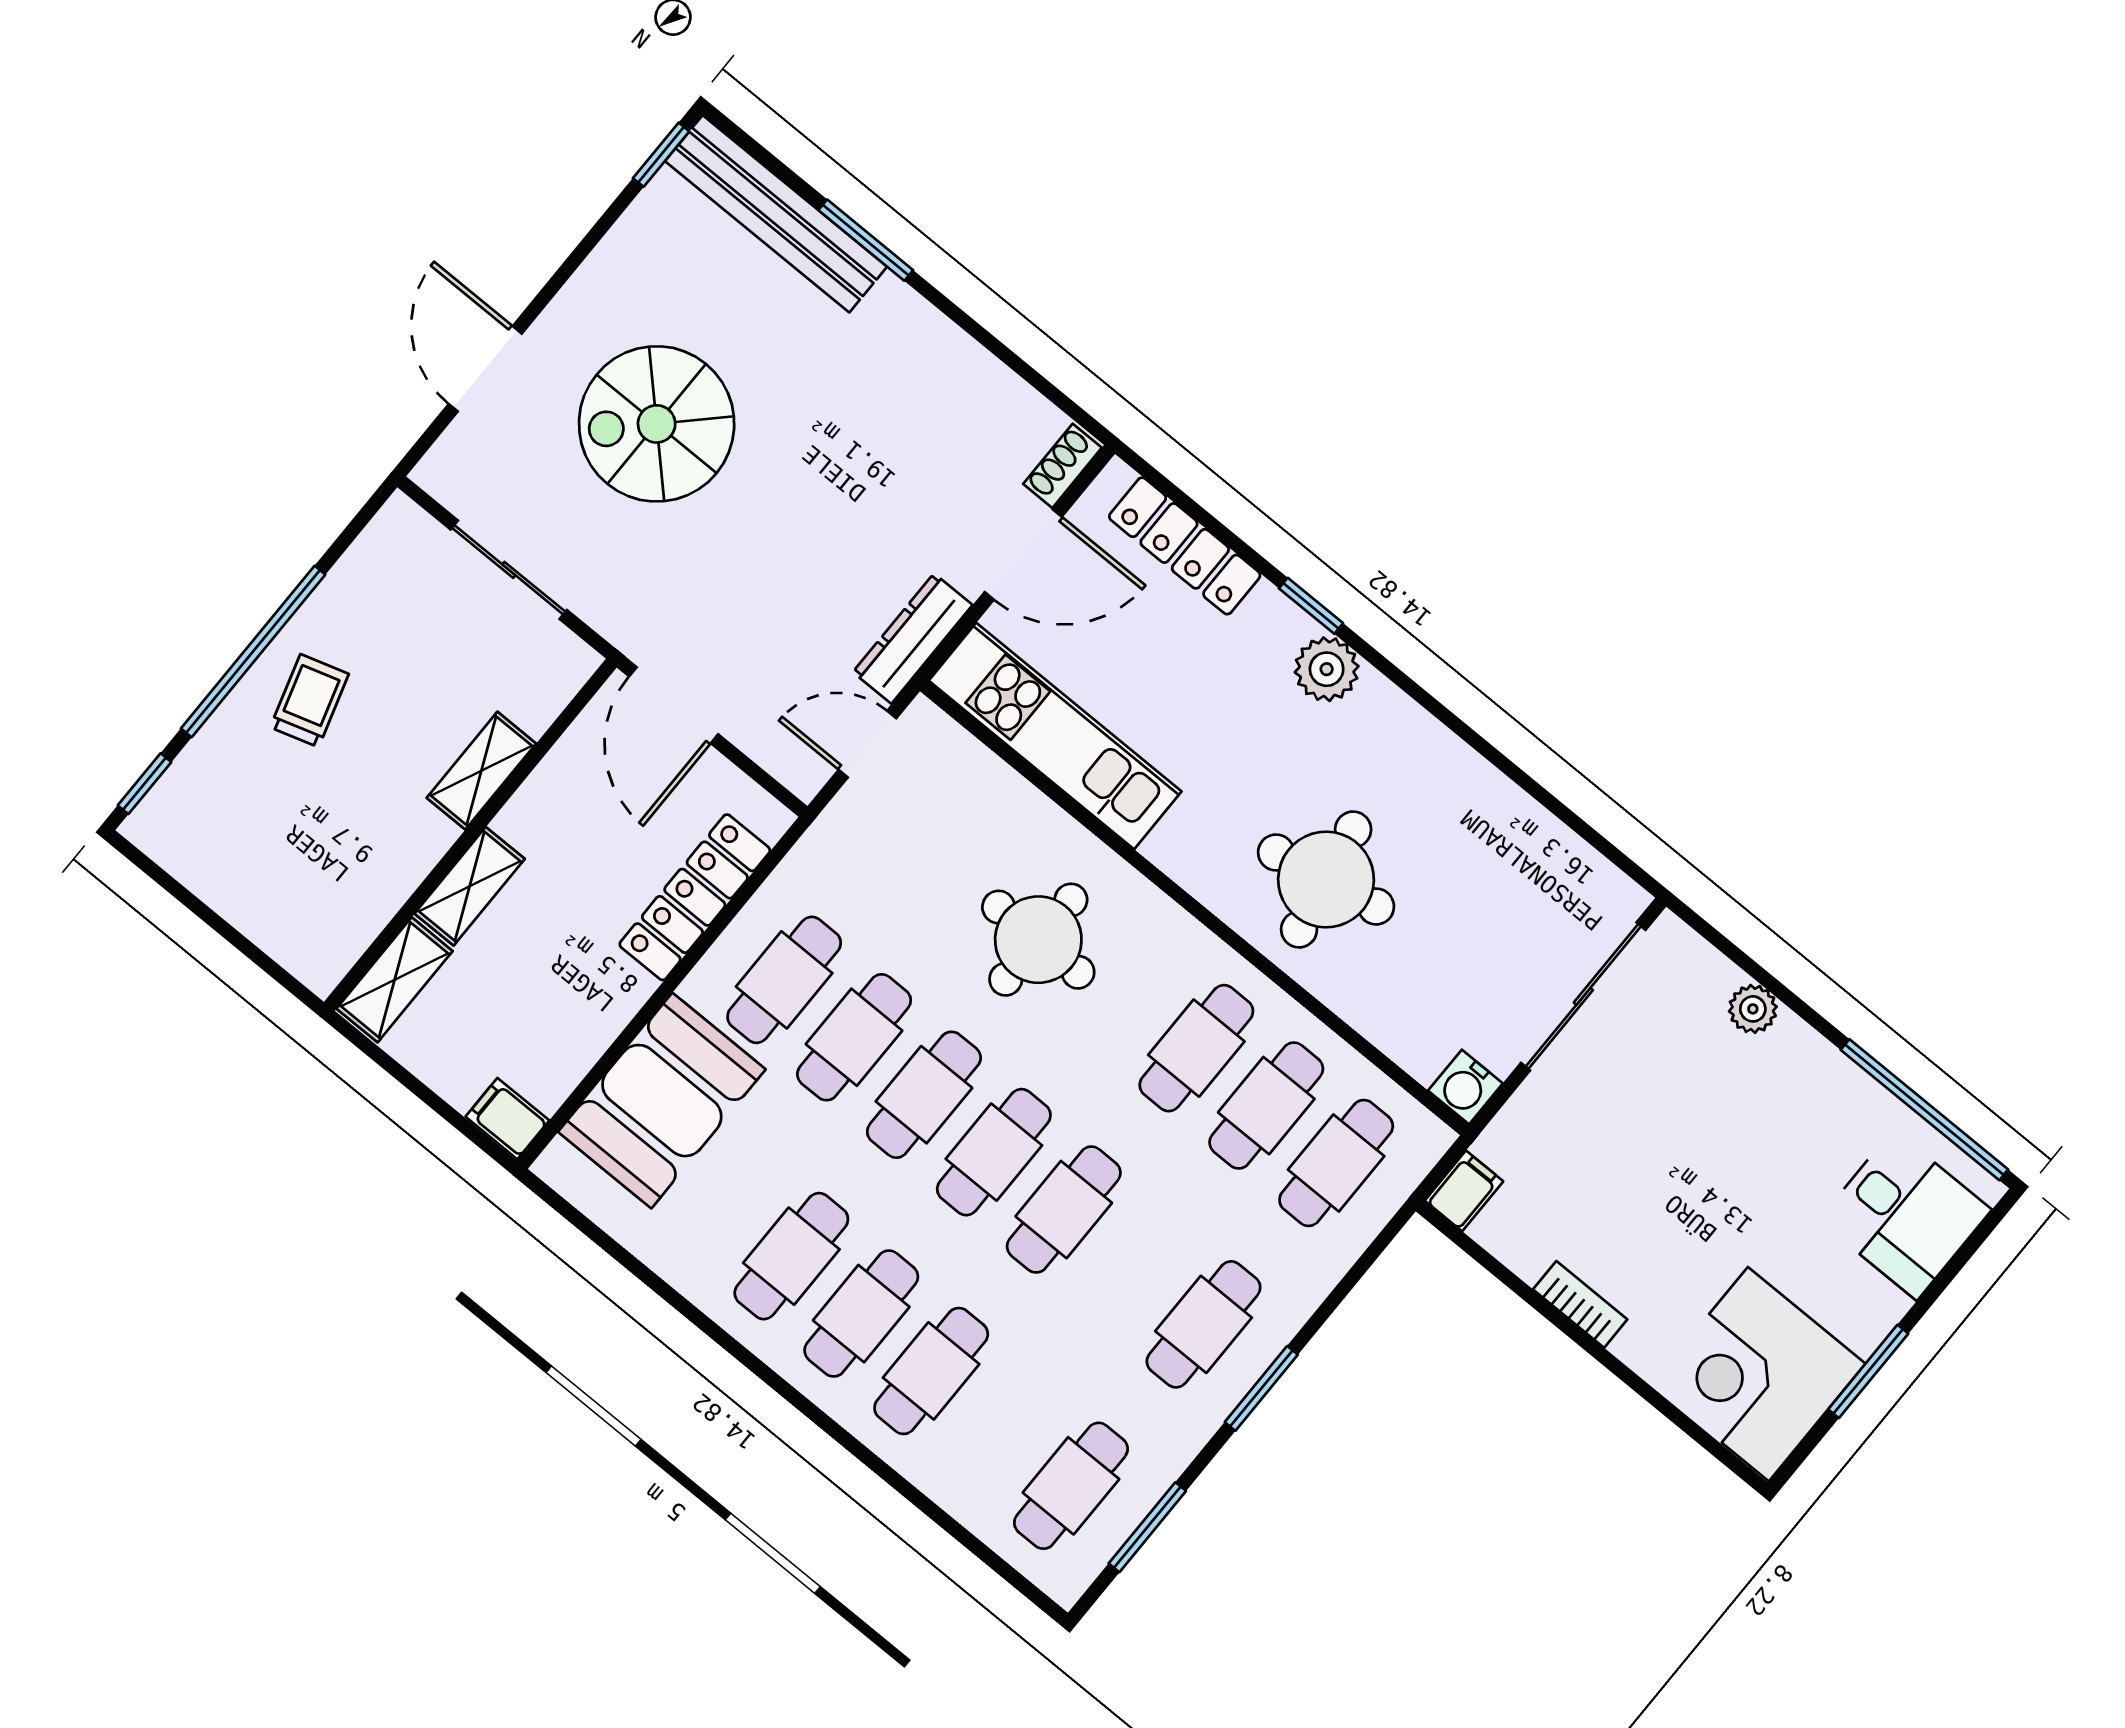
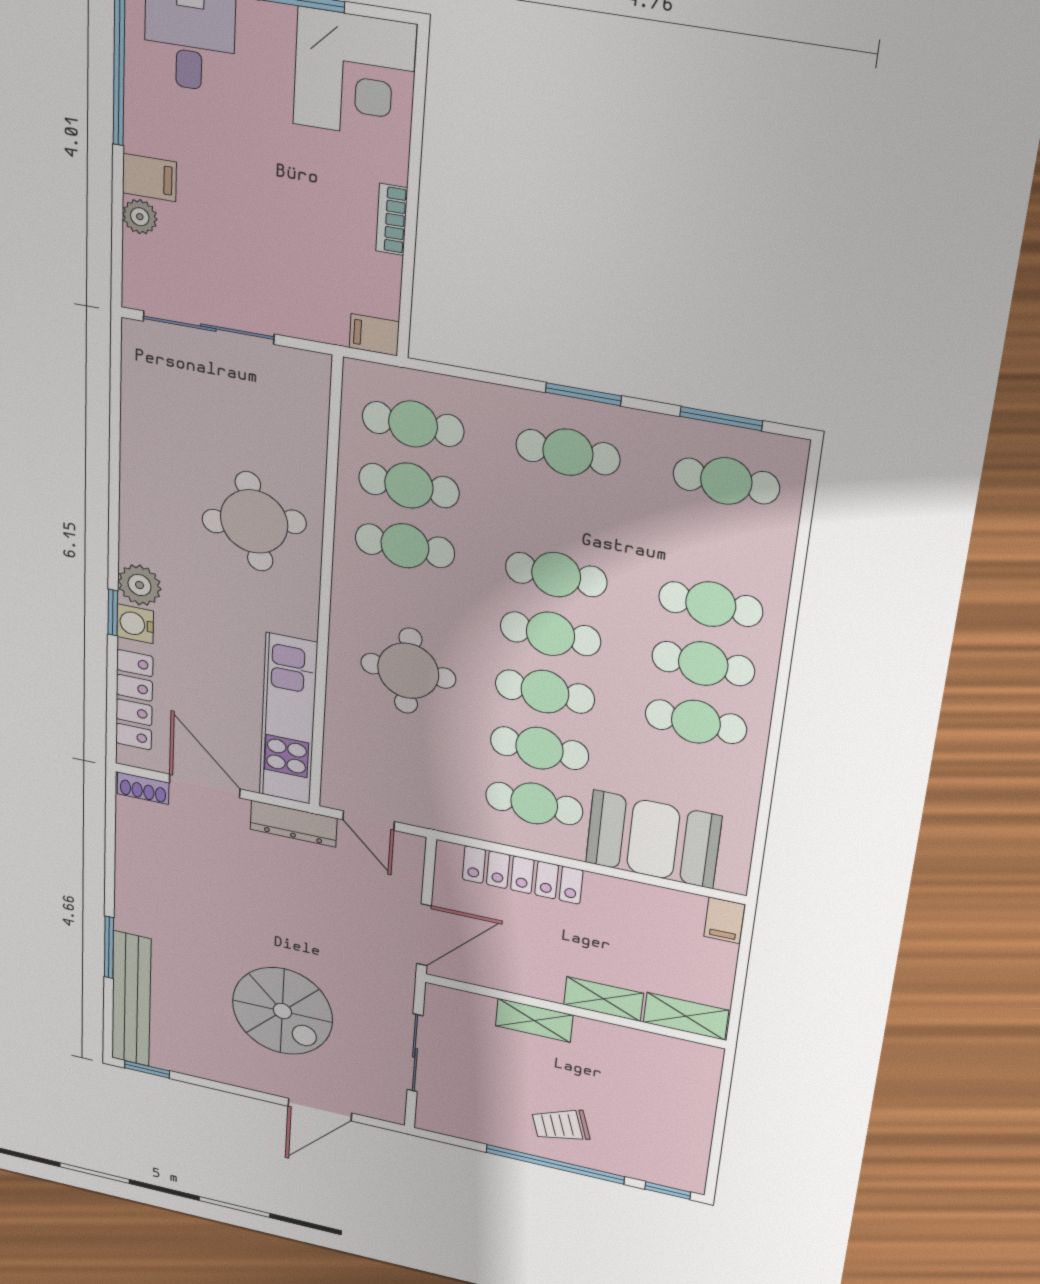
filing cabinet: (1788, 1054) -> (149, 178), added
water cooler: (1465, 1087) -> (135, 624), moved, turned 180

